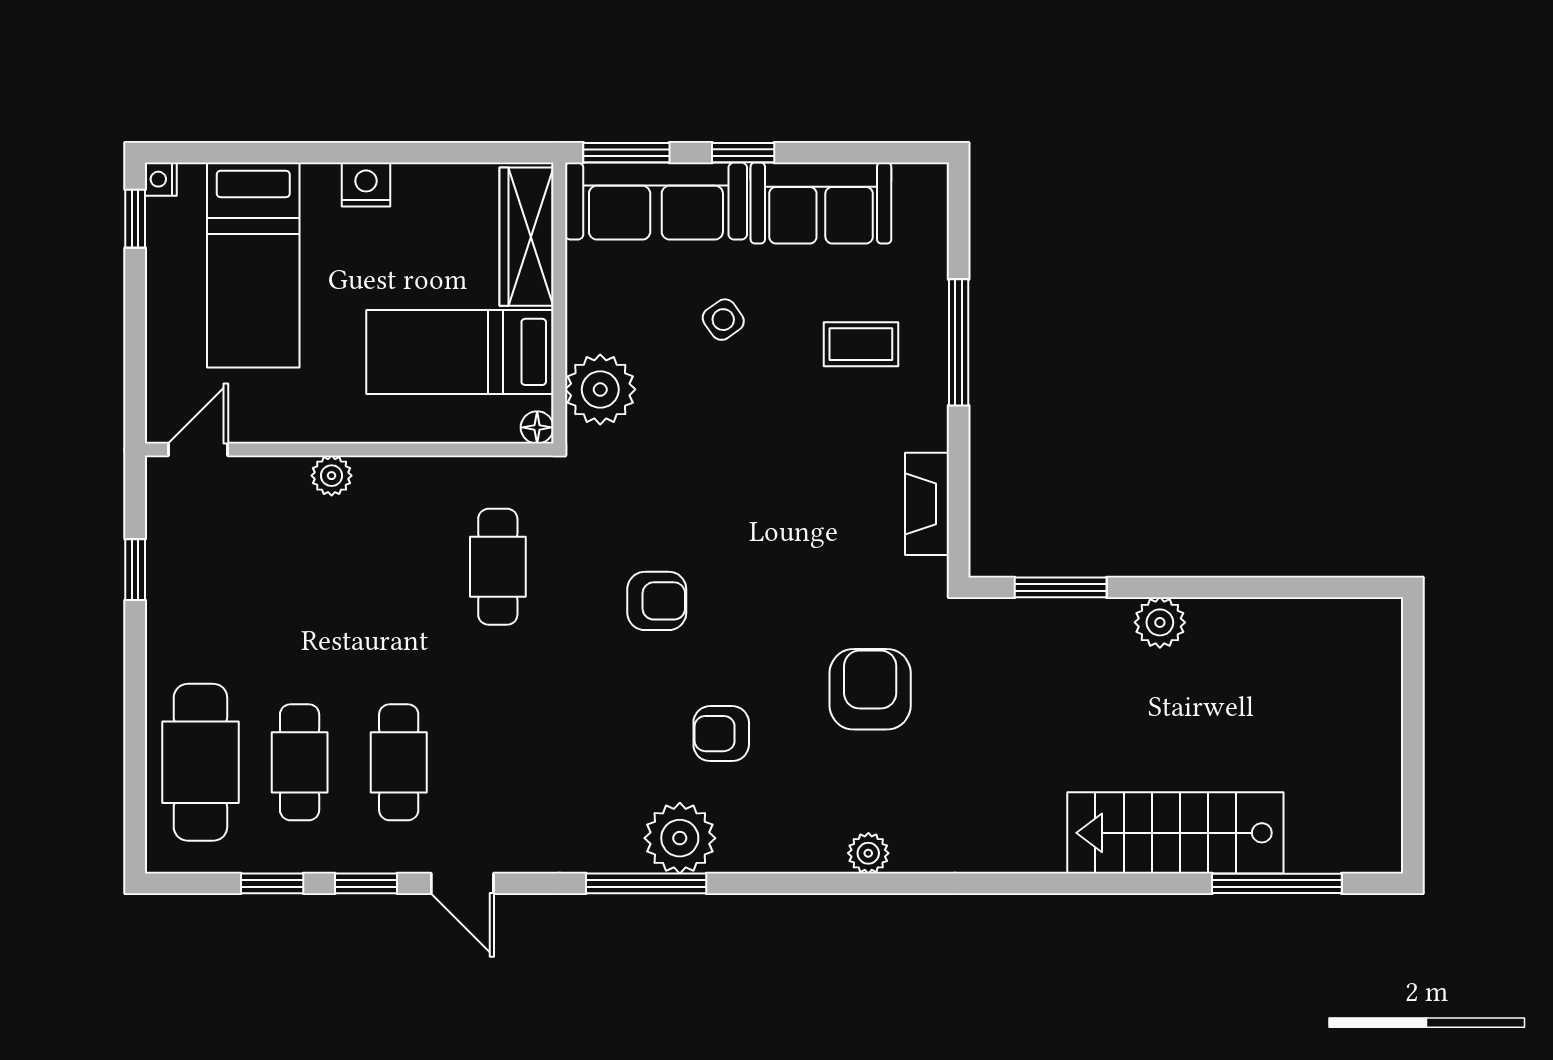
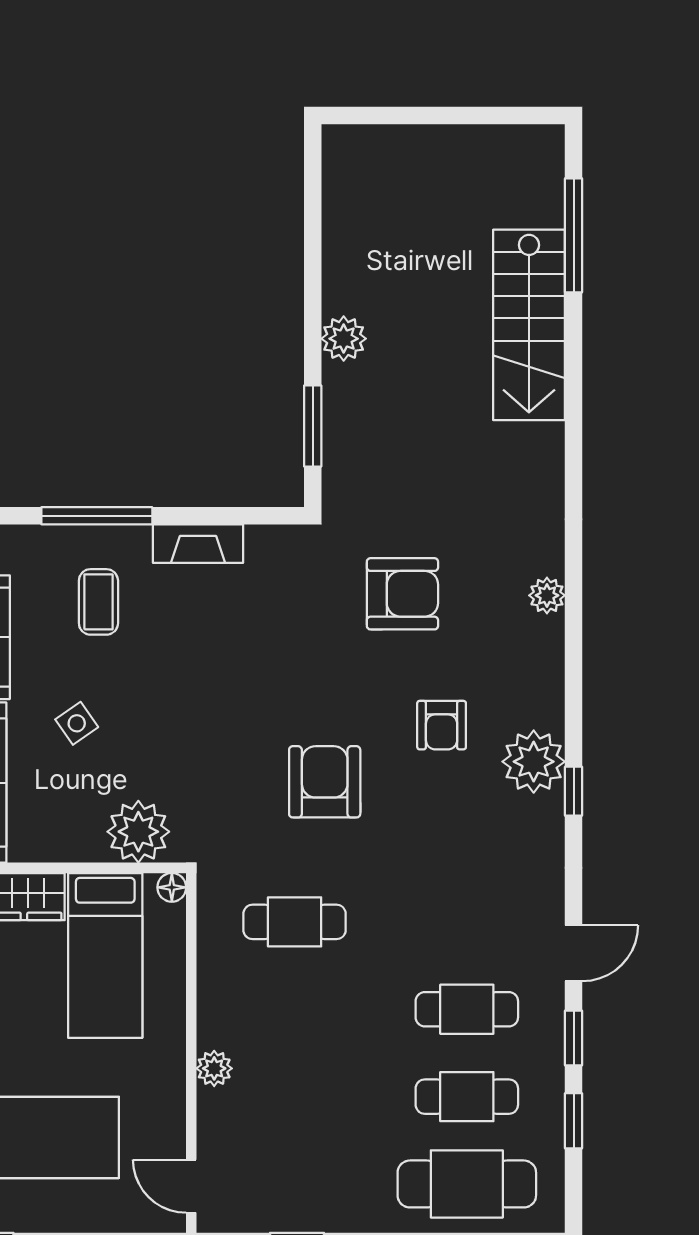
fireplace: (927, 504) -> (198, 544), moved
armchair: (657, 601) -> (325, 782), width x1.38, depth x1.38
armchair: (870, 689) -> (402, 594), turned 180
window: (646, 883) -> (574, 791), width x0.46

